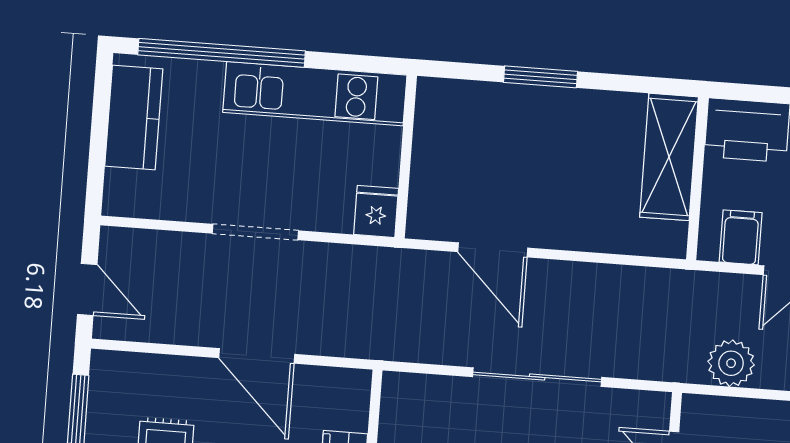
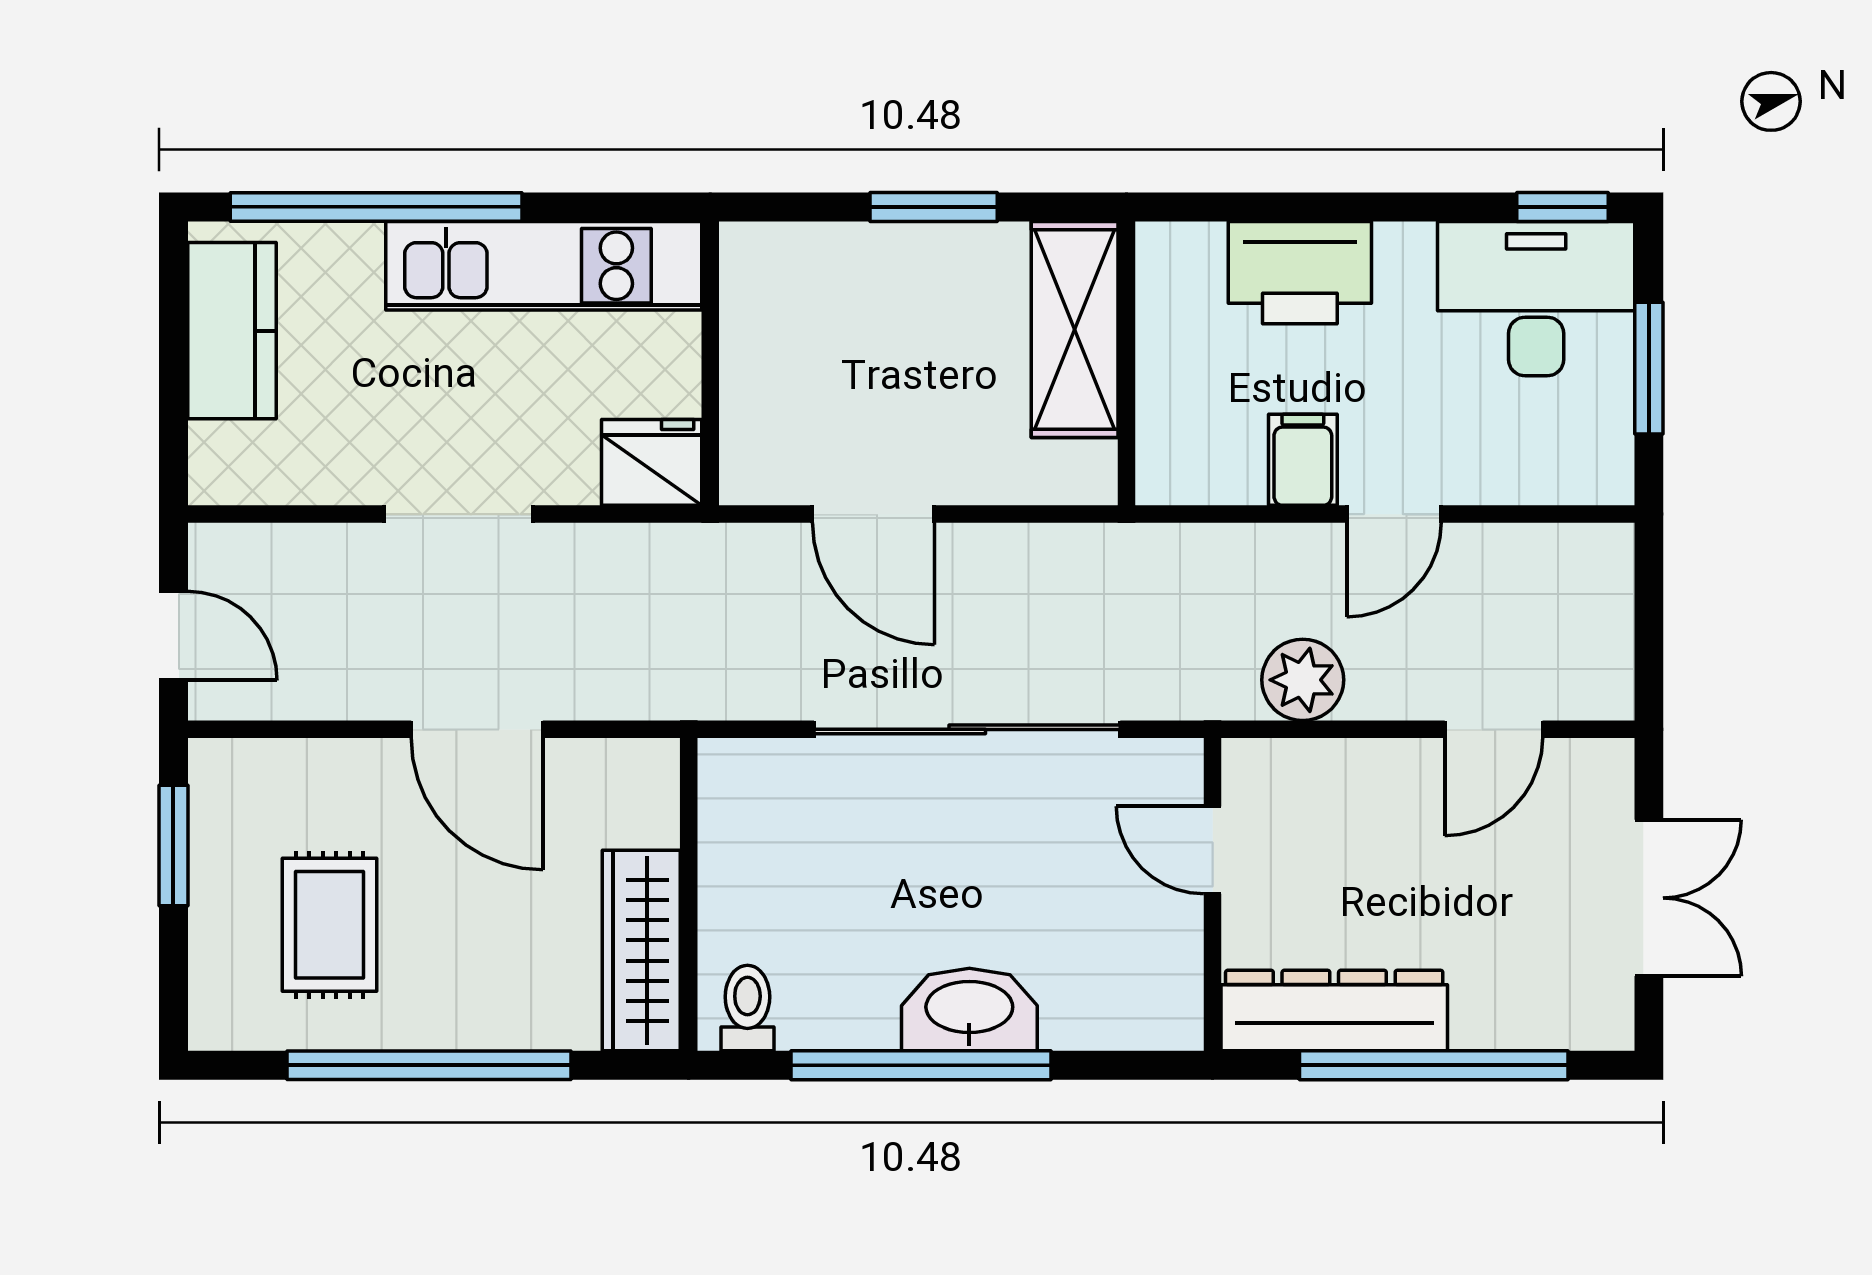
shelving: (669, 157) -> (1075, 329), moved
wall: (697, 179) -> (1126, 363), moved
fridge: (376, 211) -> (652, 462), width x1.38
sliding door: (537, 377) -> (967, 729), width x1.36

